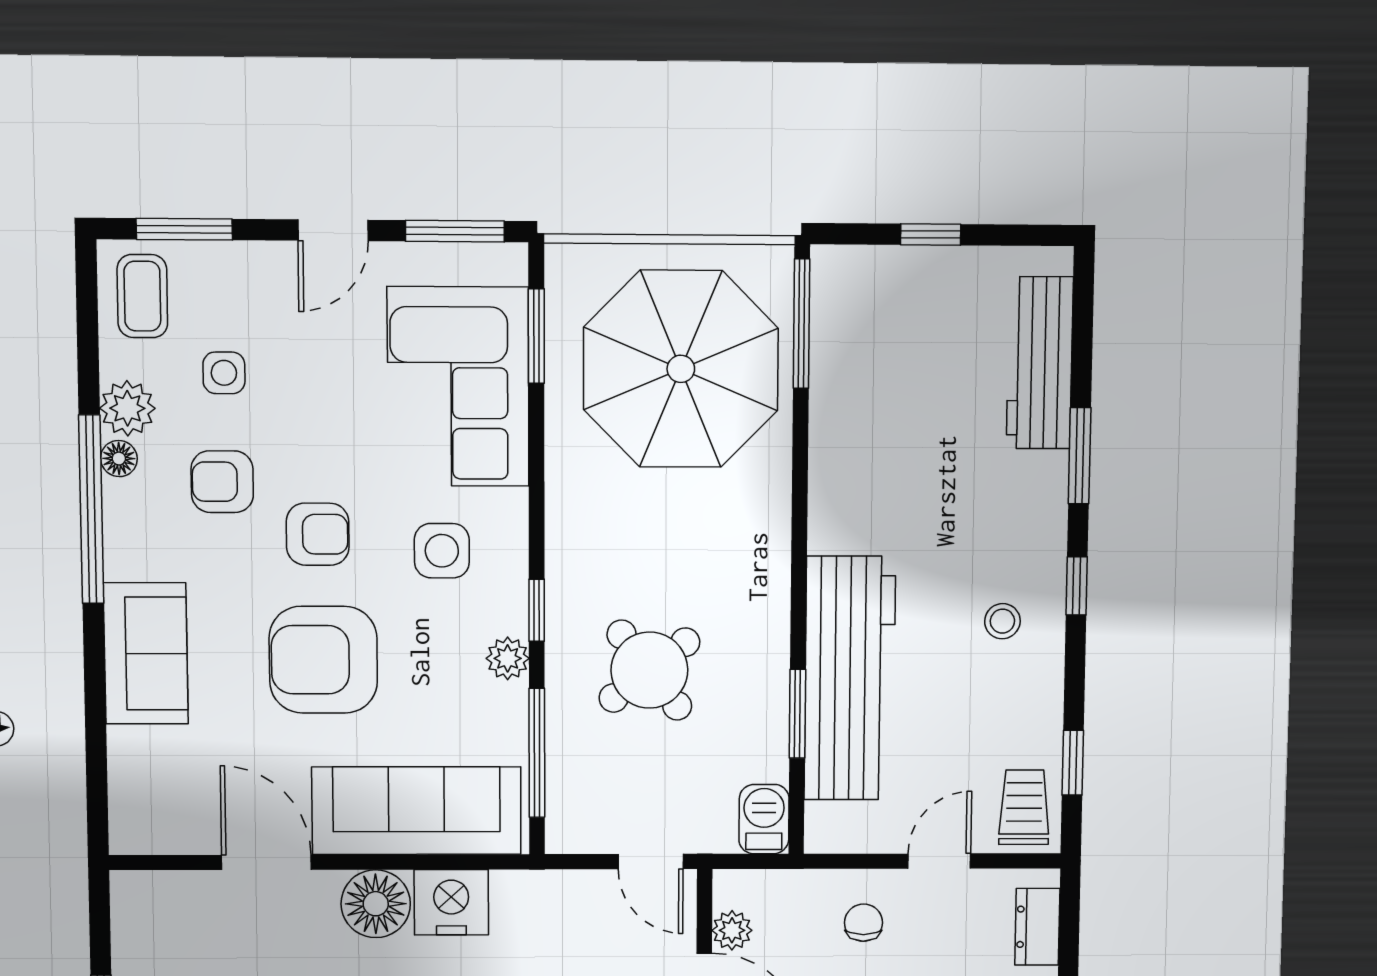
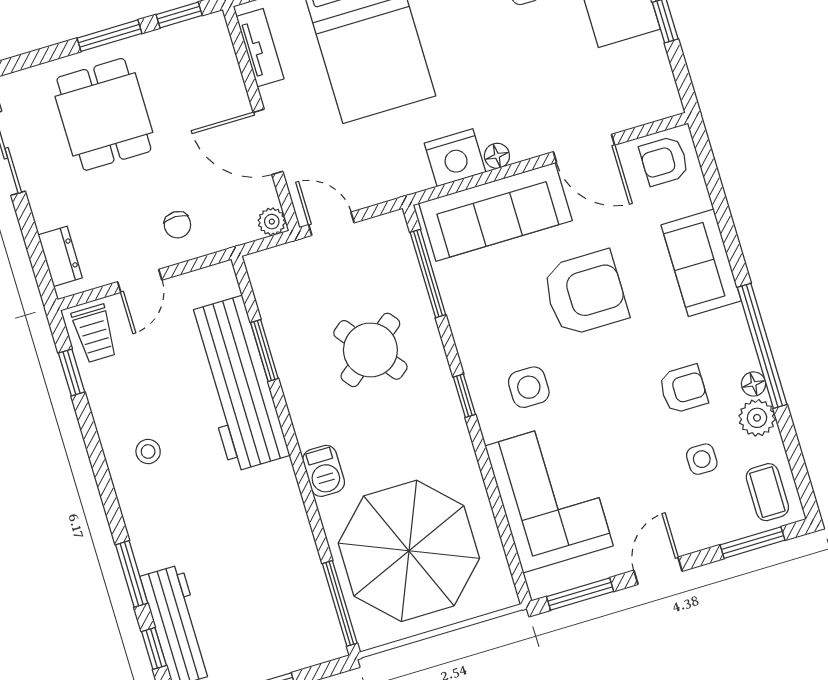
window: (536, 336) -> (508, 543), removed
armchair: (318, 534) -> (664, 161), moved
window: (1077, 586) -> (154, 649), moved
window: (537, 610) -> (464, 396), moved
plant: (508, 658) -> (465, 330), removed
barbecue: (764, 819) -> (324, 471), moved
floor lamp: (376, 904) -> (497, 156), width x0.53, depth x0.53
plant: (732, 930) -> (272, 222), moved

